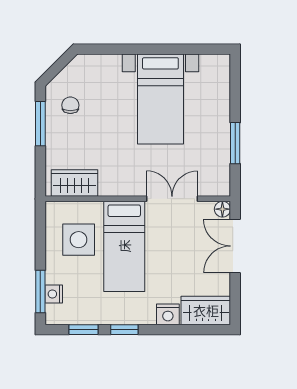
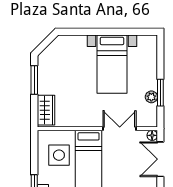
chair: (70, 105) -> (54, 68), removed
plant: (221, 150) -> (151, 97), added
wardrobe: (75, 183) -> (46, 110), moved, turned 90

